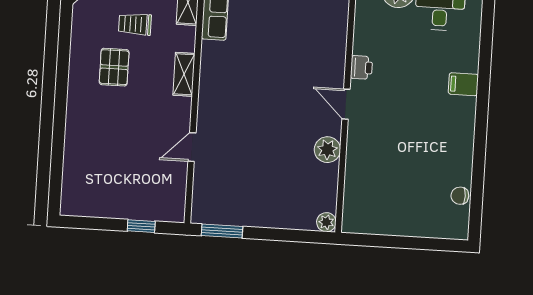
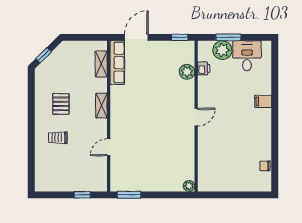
trolley: (135, 24) -> (58, 138), moved
printer: (361, 67) -> (204, 68), moved
door: (346, 104) -> (196, 117), swing flipped
plant: (327, 150) -> (187, 72), moved

